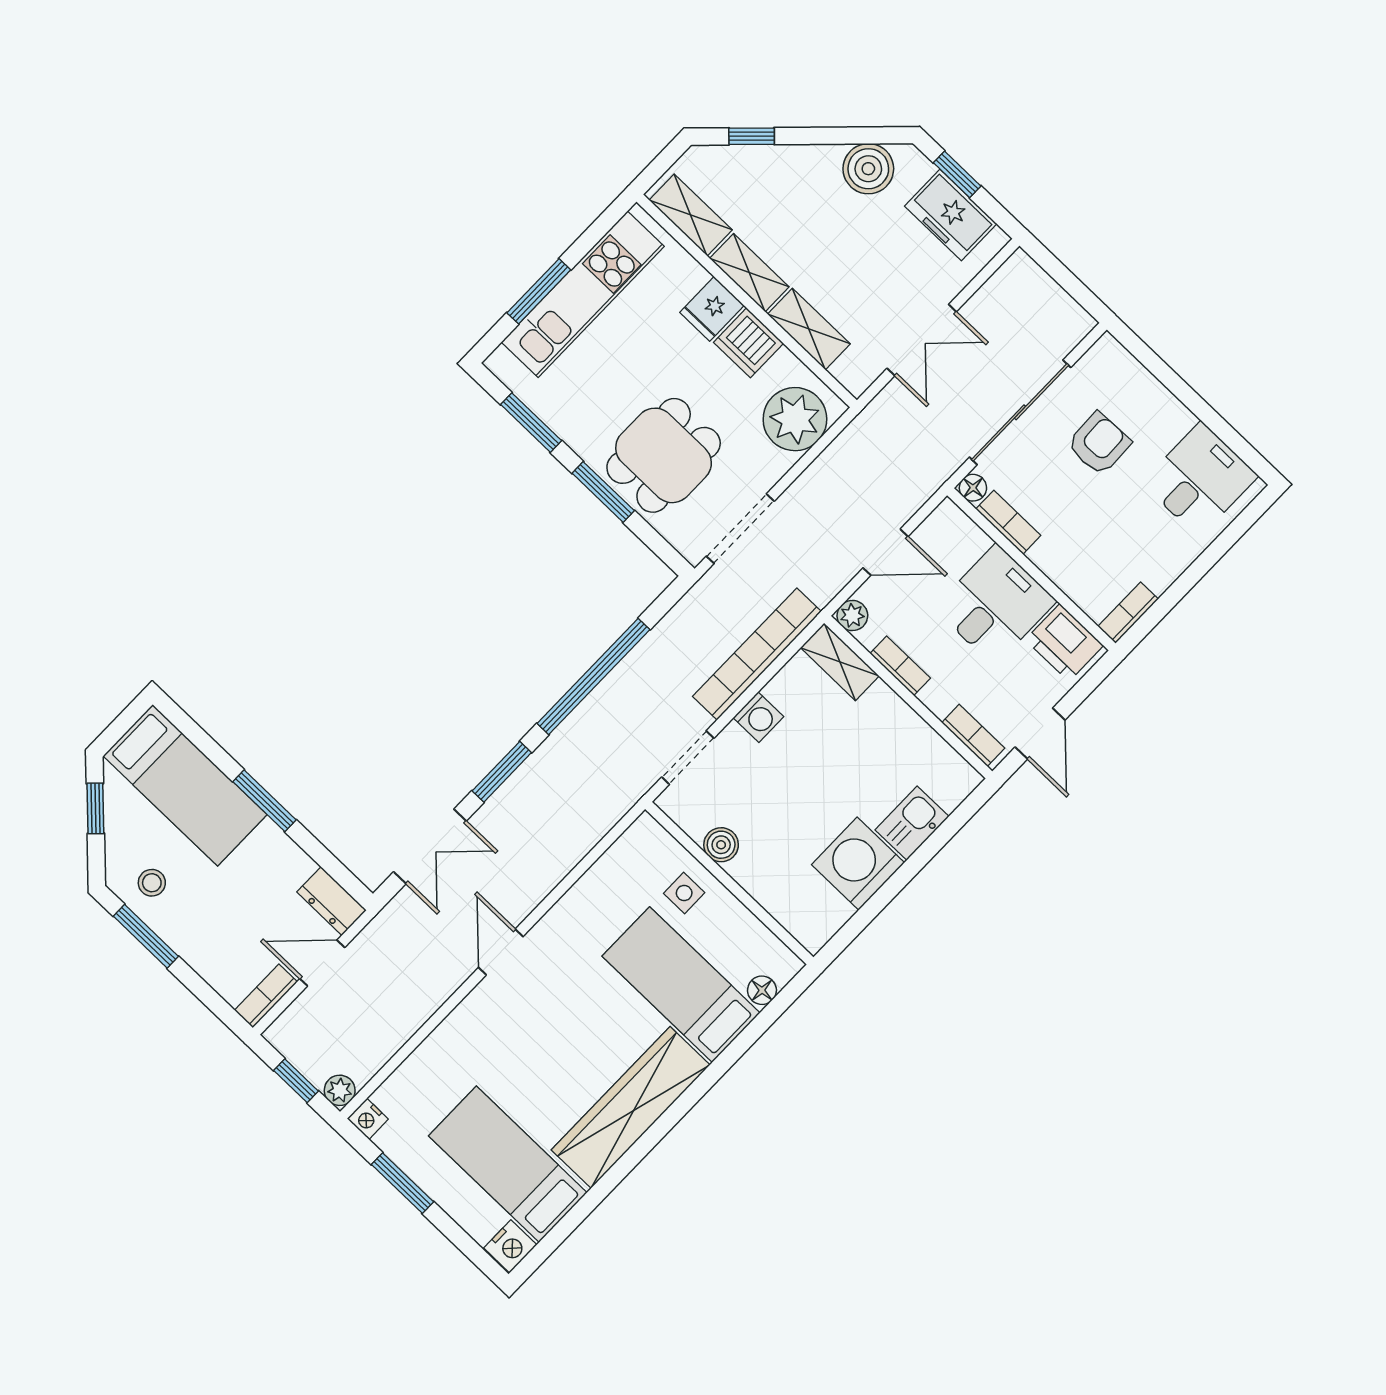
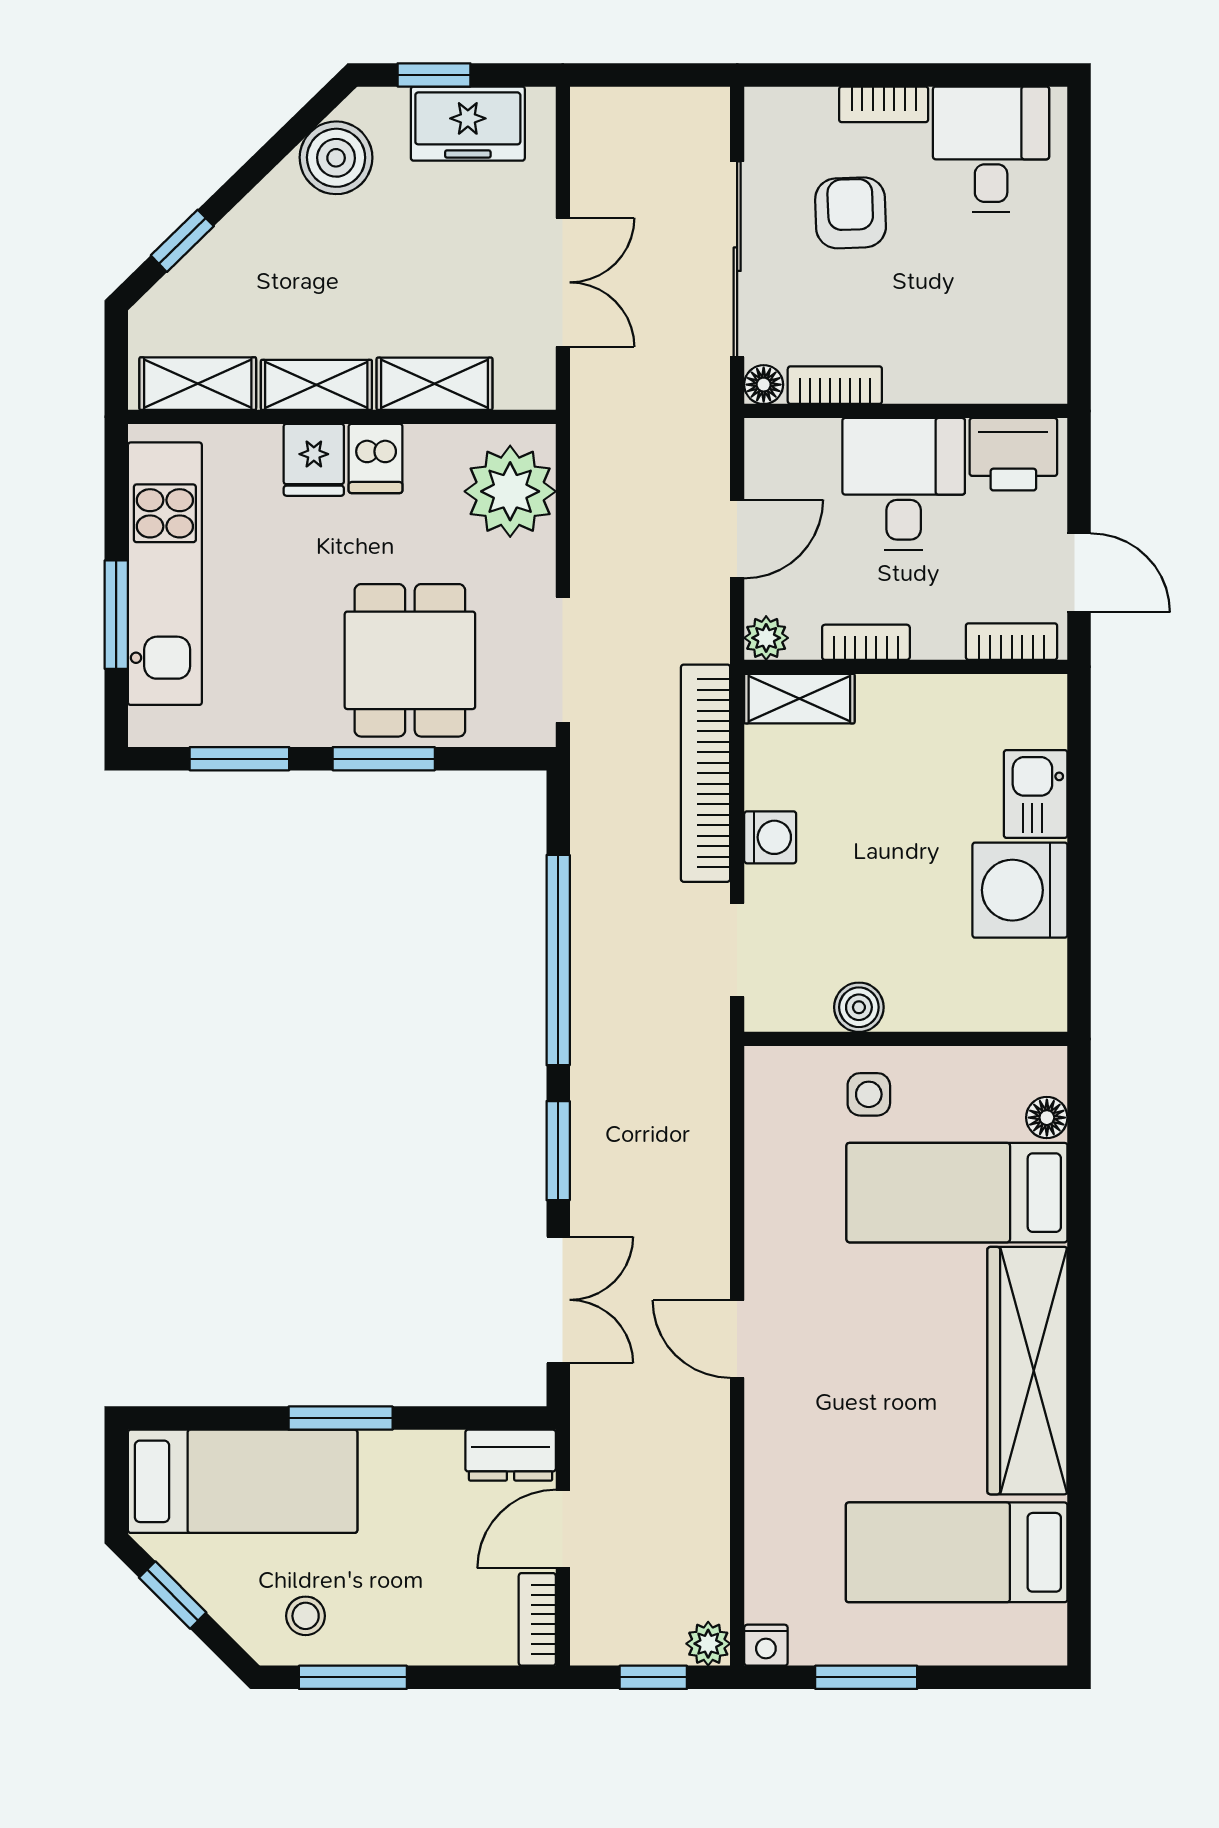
dishwasher: (749, 343) -> (376, 458), width x0.73
bookcase: (1128, 613) -> (884, 104), moved, turned -90
nightstand: (510, 1246) -> (1041, 1635), removed

